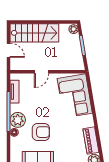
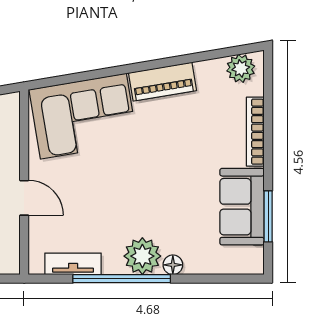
armchair: (41, 132) -> (172, 199), removed
piano: (91, 140) -> (163, 82), moved

